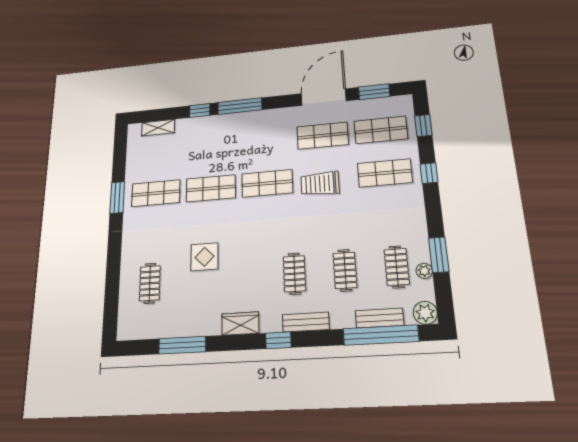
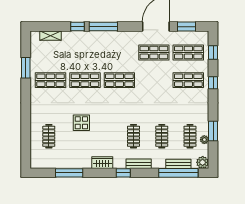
trolley: (320, 184) -> (151, 83), removed
window: (117, 197) -> (26, 68), moved

